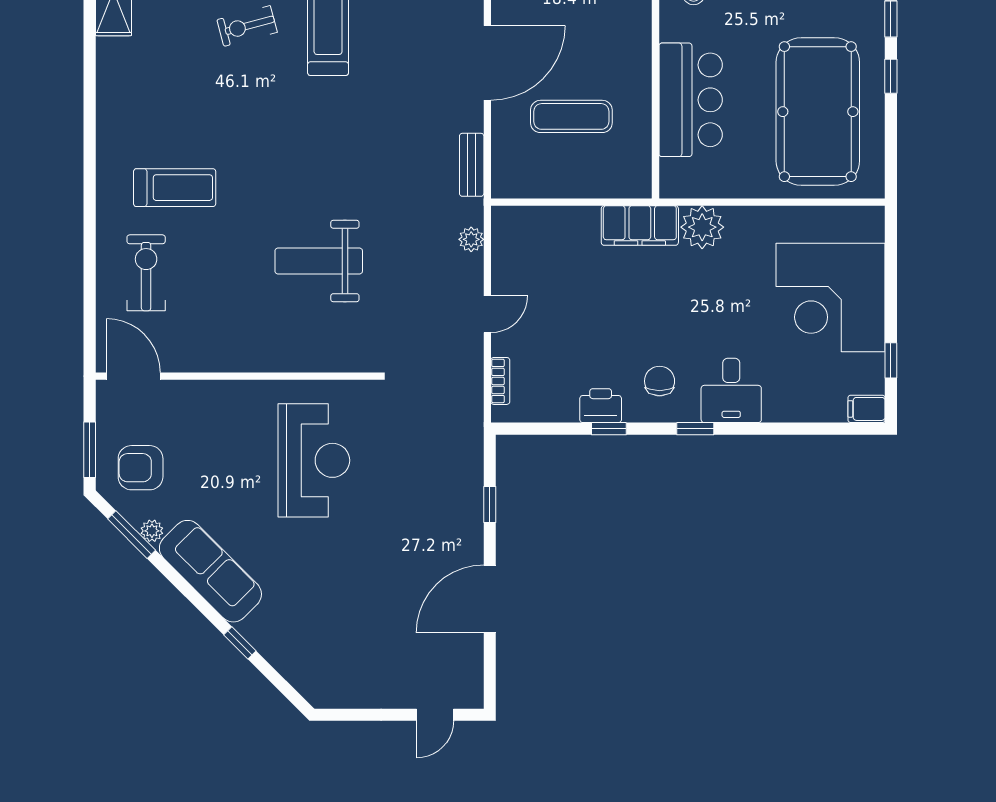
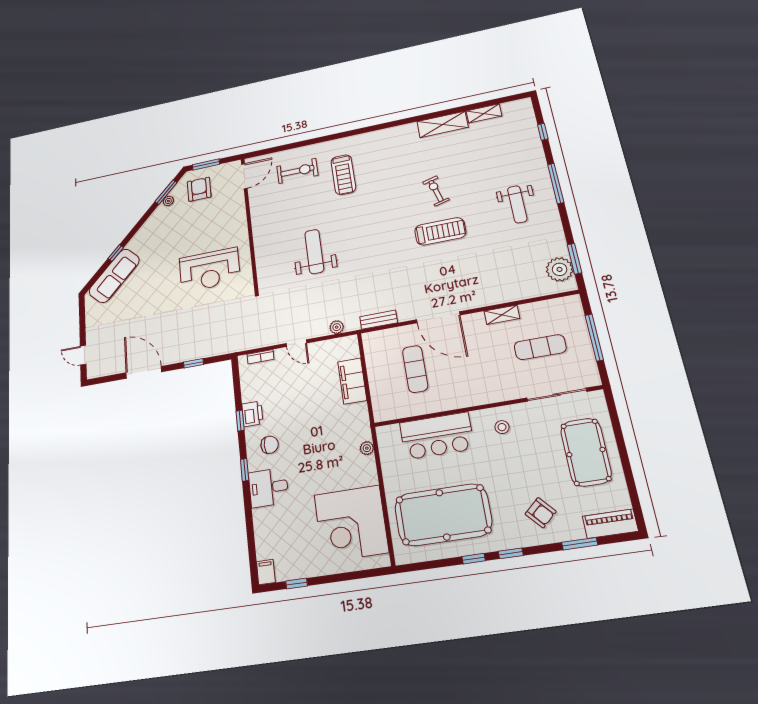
filing cabinet: (640, 226) -> (352, 381), moved
plant: (702, 227) -> (367, 448), width x0.53, depth x0.53
corner desk: (831, 298) -> (351, 523), moved, turned -90
sofa: (210, 571) -> (114, 276), moved

